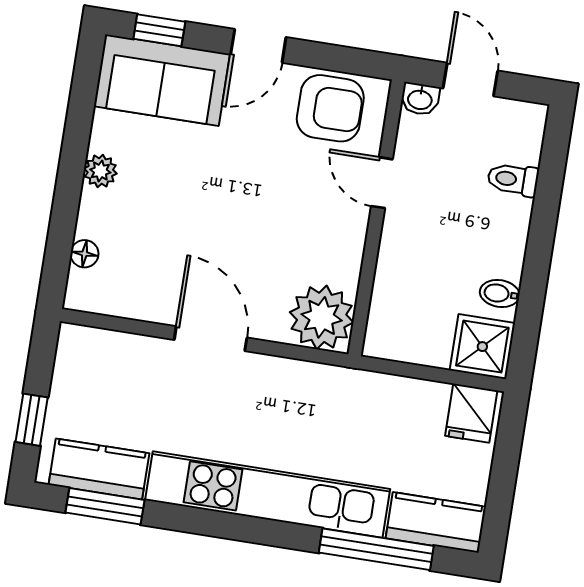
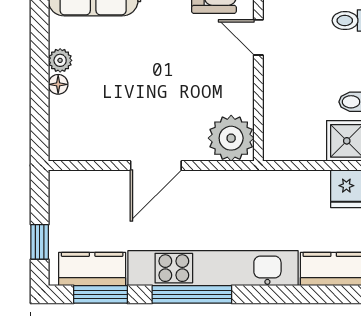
floor lamp: (84, 254) -> (58, 84), moved
door: (211, 339) -> (156, 165), swing flipped
window: (376, 549) -> (192, 294), moved

